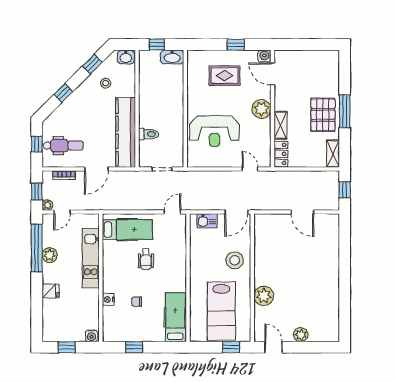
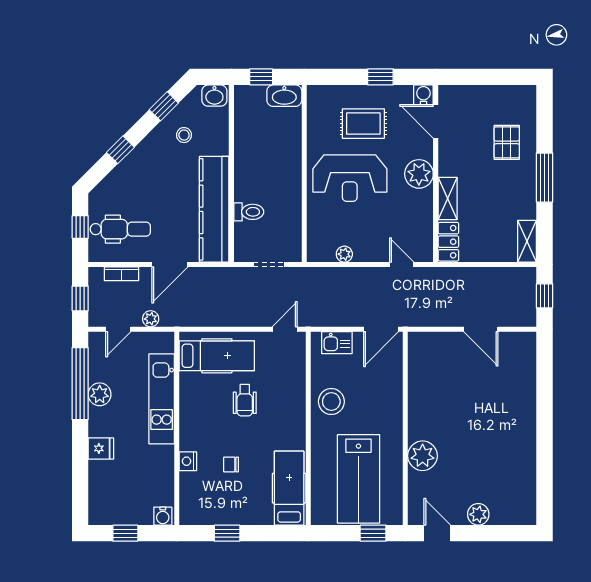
pallet: (323, 115) -> (507, 142), moved, width x0.67, depth x0.71
reception desk: (215, 131) -> (350, 178), moved
plant: (212, 162) -> (344, 254), added
plant: (47, 205) -> (151, 319), moved
stool: (235, 260) -> (331, 402), moved

